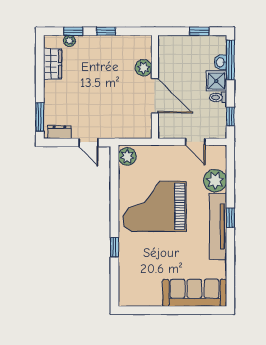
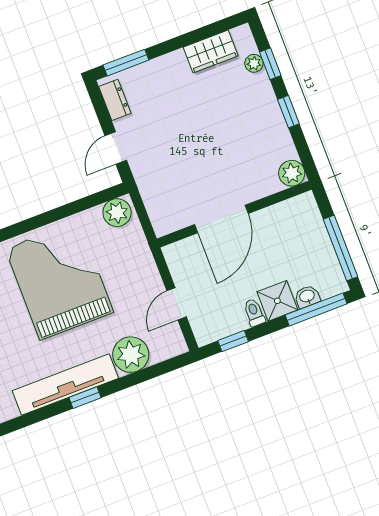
window: (199, 31) -> (341, 248), width x2.17
plant: (144, 68) -> (292, 173), moved

